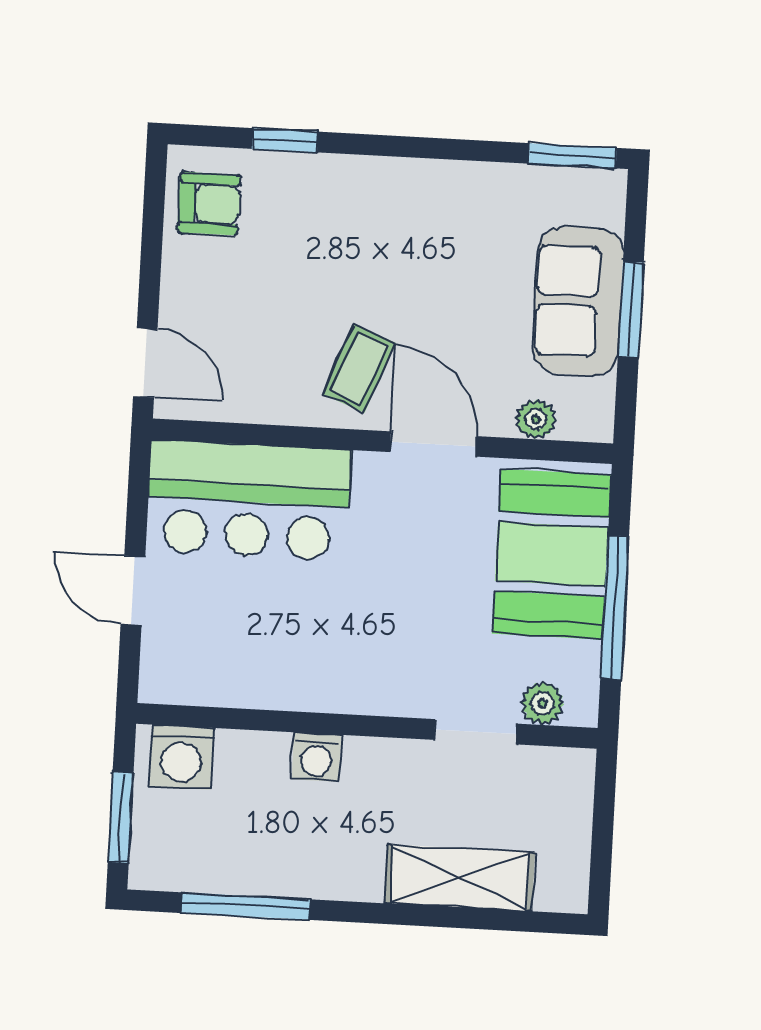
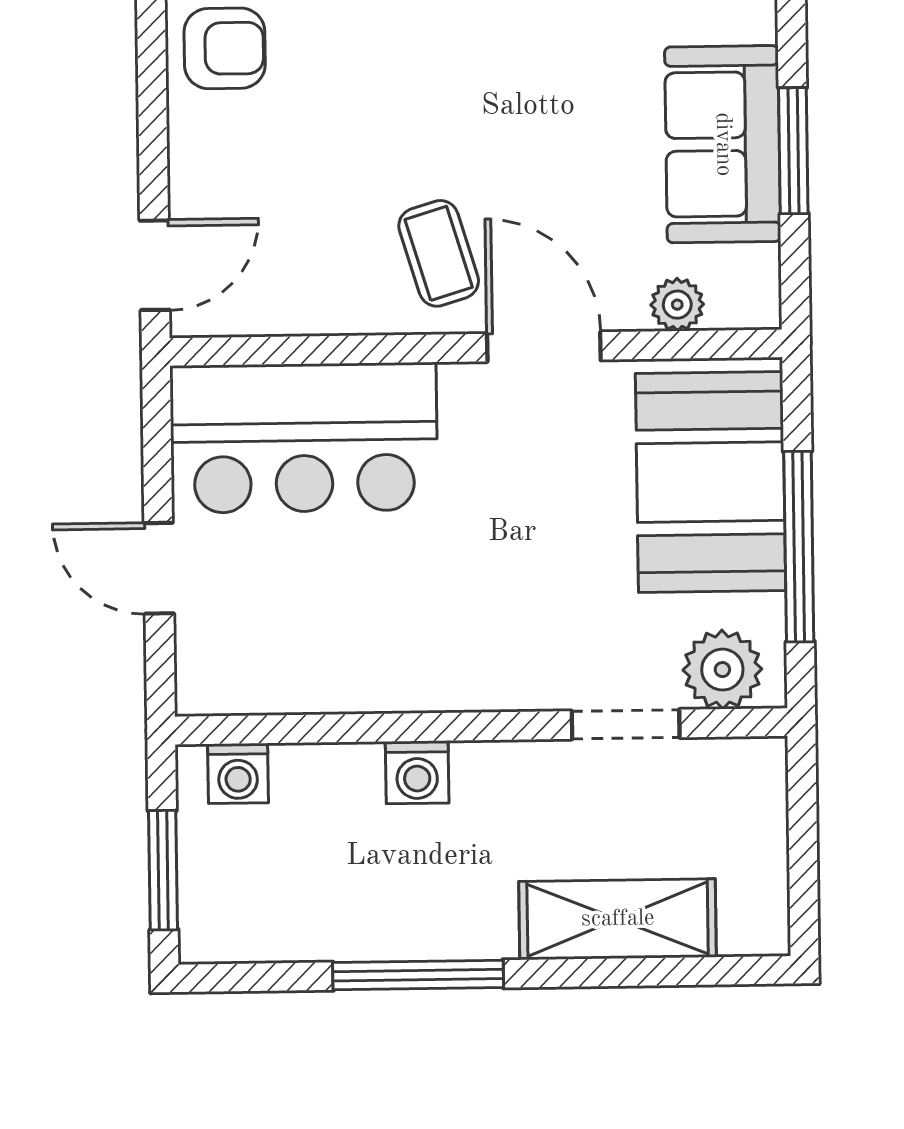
door: (145, 363) -> (155, 265), hinge flipped
coffee table: (359, 369) -> (439, 253), turned -38
plant: (542, 703) -> (722, 670), width x1.38, depth x1.38
washing machine: (181, 757) -> (238, 773), width x0.73, depth x0.73
window: (246, 906) -> (418, 975), moved

